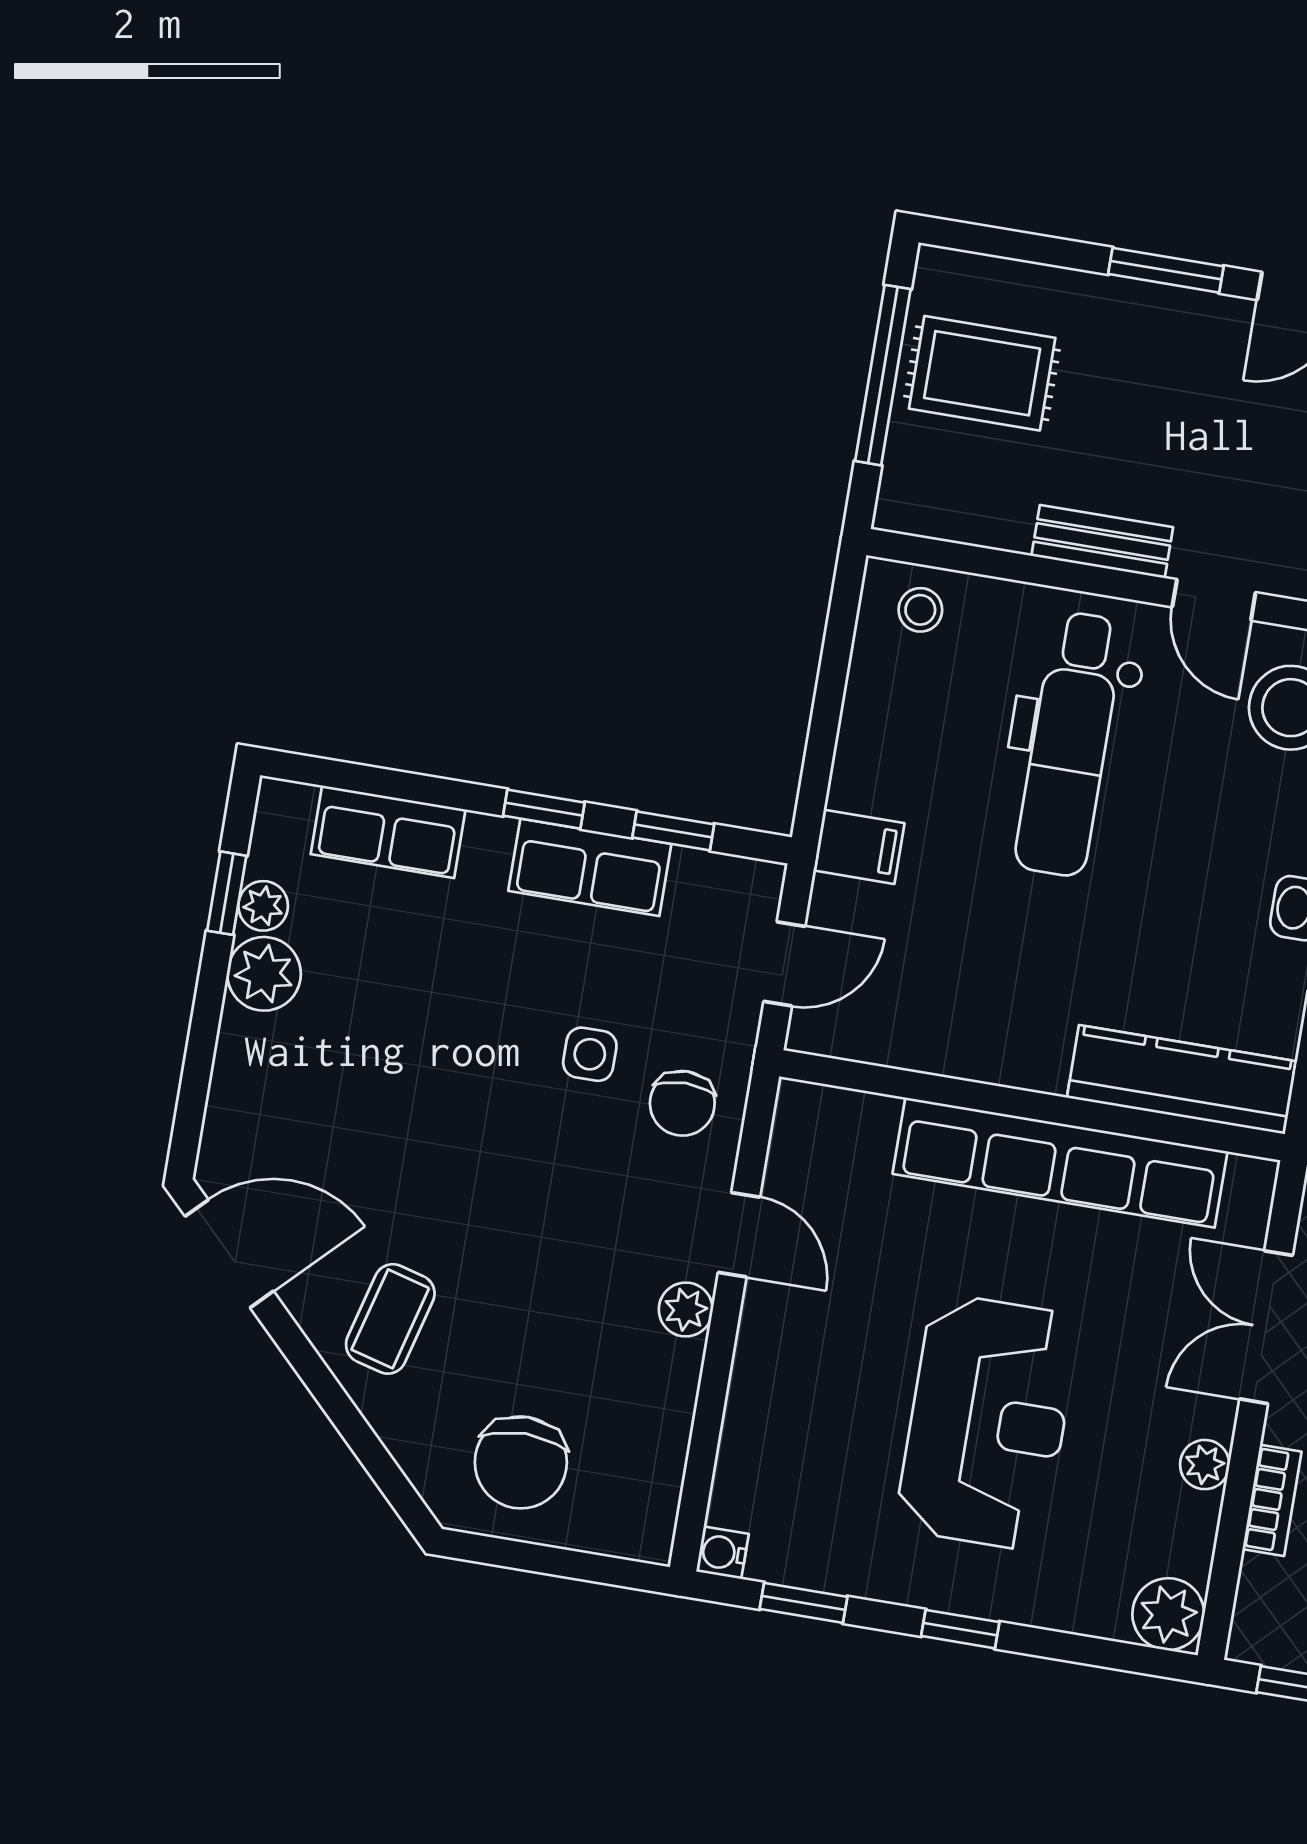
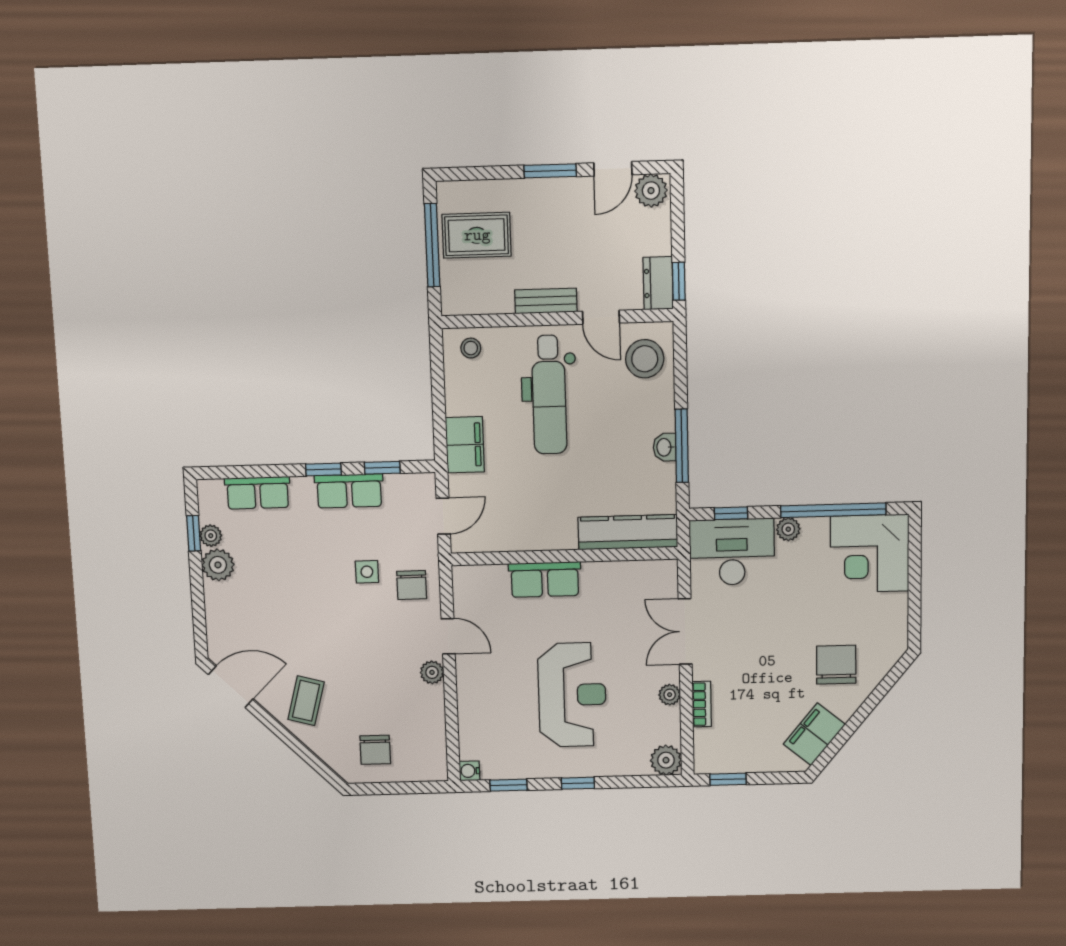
filing cabinet: (859, 847) -> (465, 445), width x2.00
row of seats: (1060, 1163) -> (545, 579), width x0.50
chair: (521, 1462) -> (375, 750), width x0.73, depth x0.73

